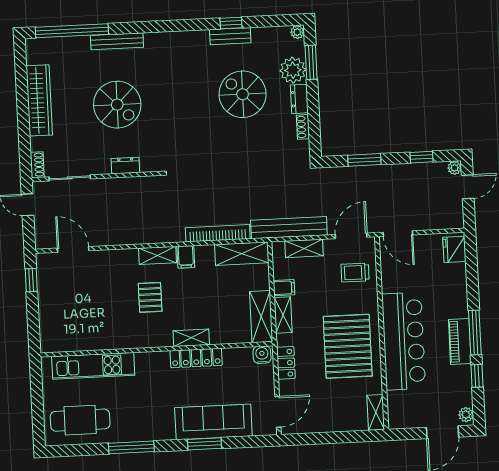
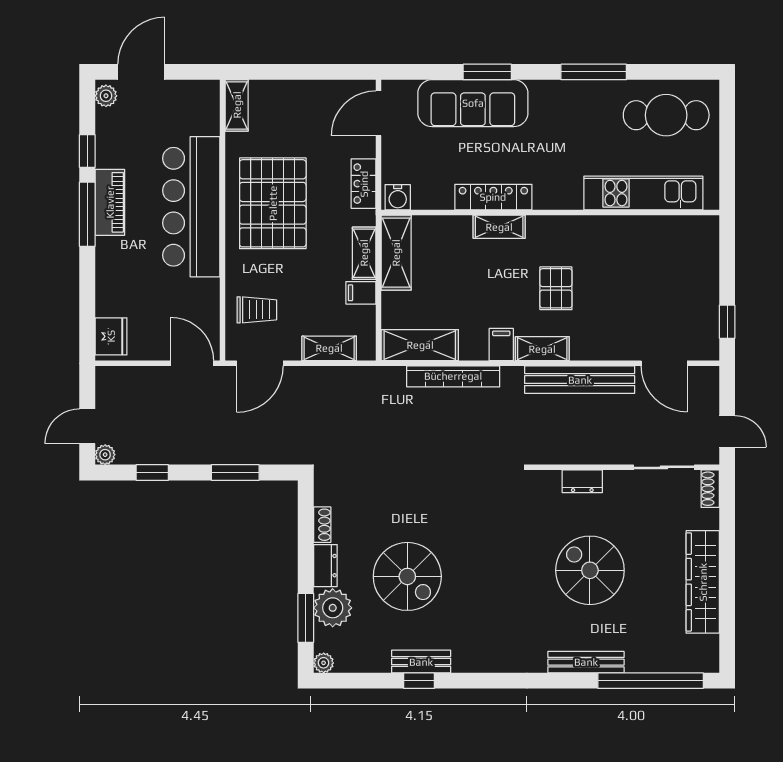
bench: (289, 228) -> (580, 380), moved

